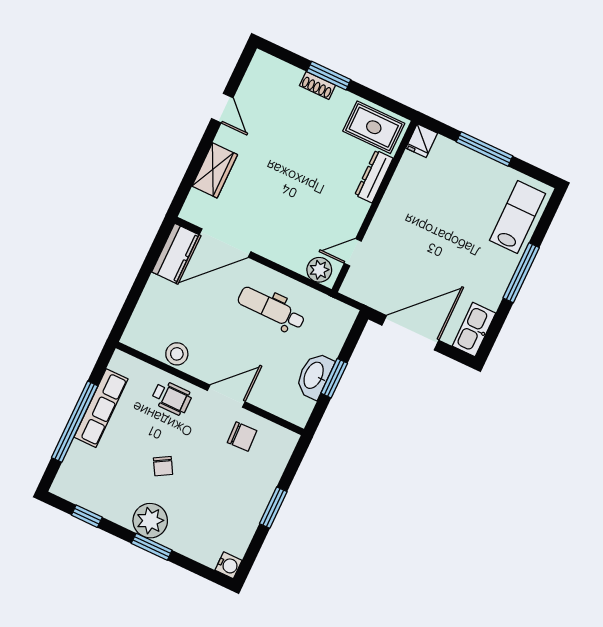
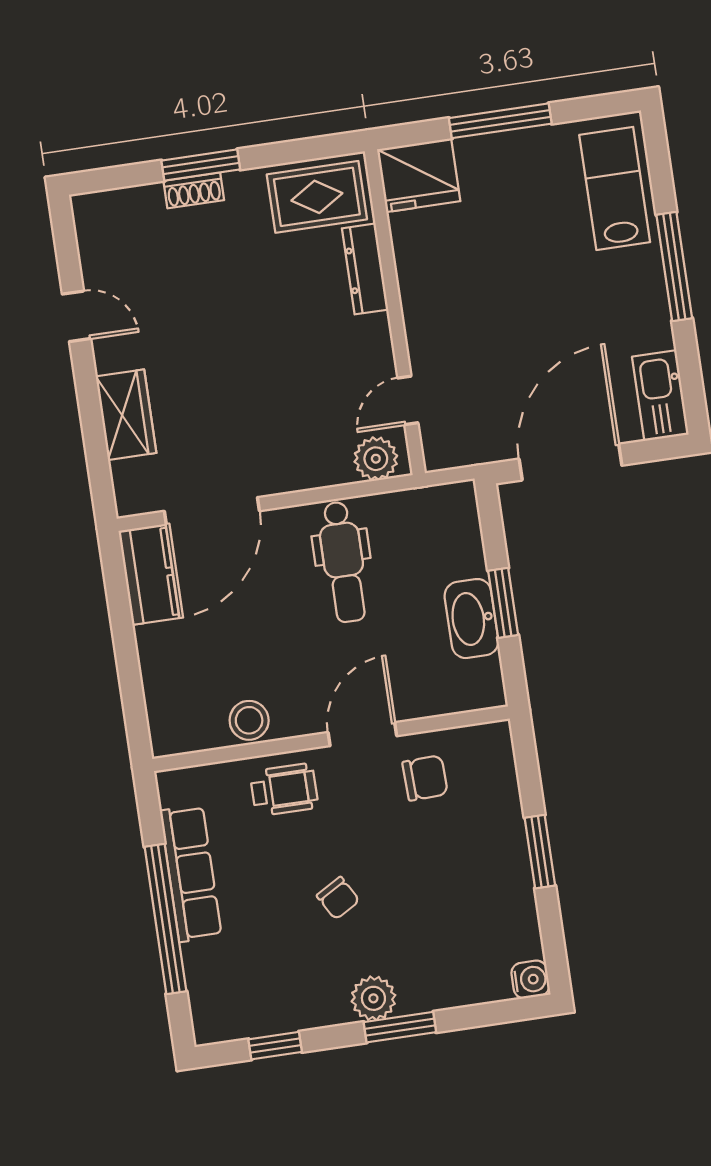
fridge: (422, 141) -> (419, 175), width x1.88, depth x1.34
dental chair: (271, 308) -> (343, 562), turned -90
plant: (150, 521) -> (373, 998), width x0.73, depth x0.73

